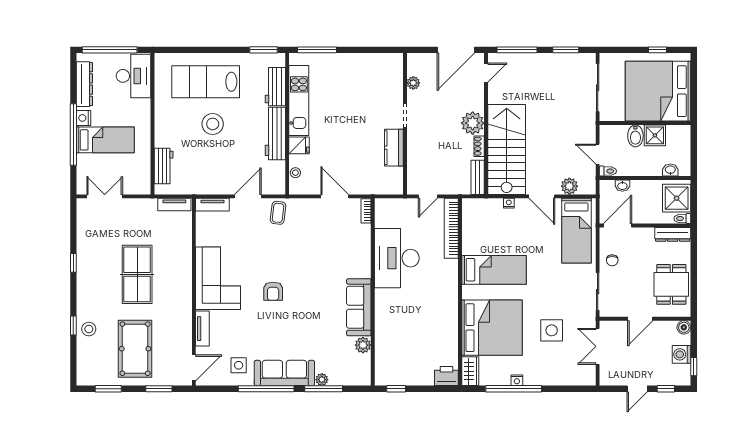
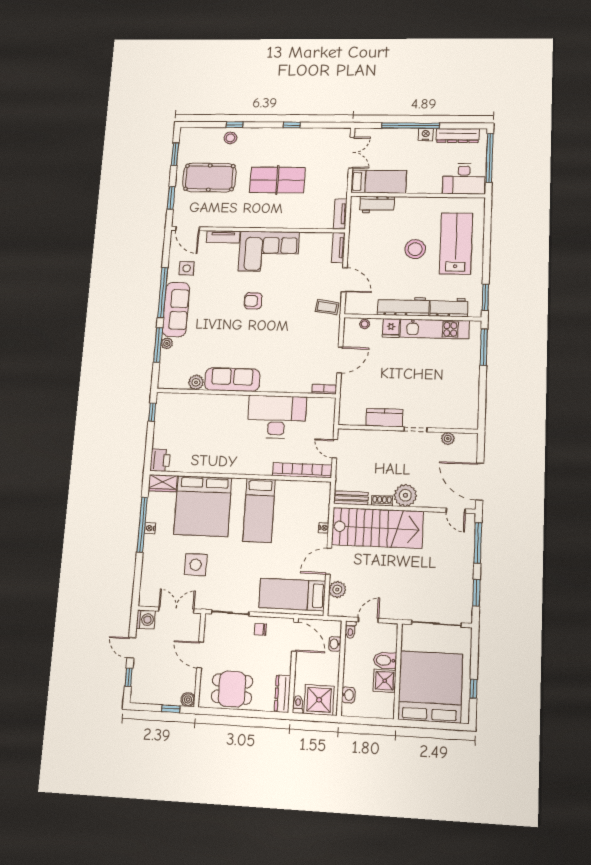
bed: (105, 140) -> (379, 182), moved, turned -90
washing machine: (682, 354) -> (146, 620), moved, turned 90
window: (694, 367) -> (171, 709), moved

